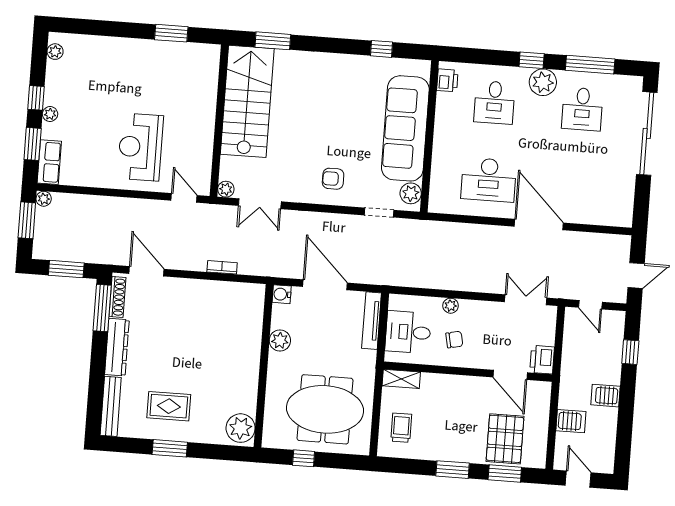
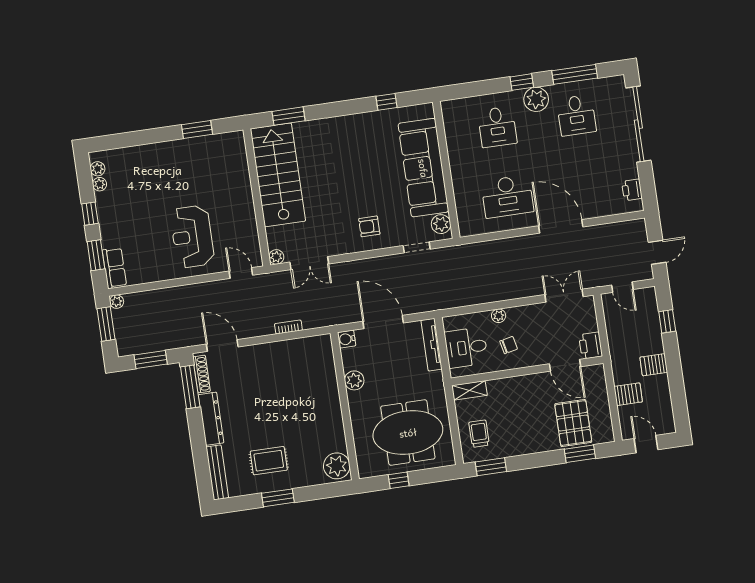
printer: (447, 80) -> (632, 190), moved, turned 180
plant: (50, 114) -> (100, 184), moved
window: (453, 470) -> (491, 467), moved

